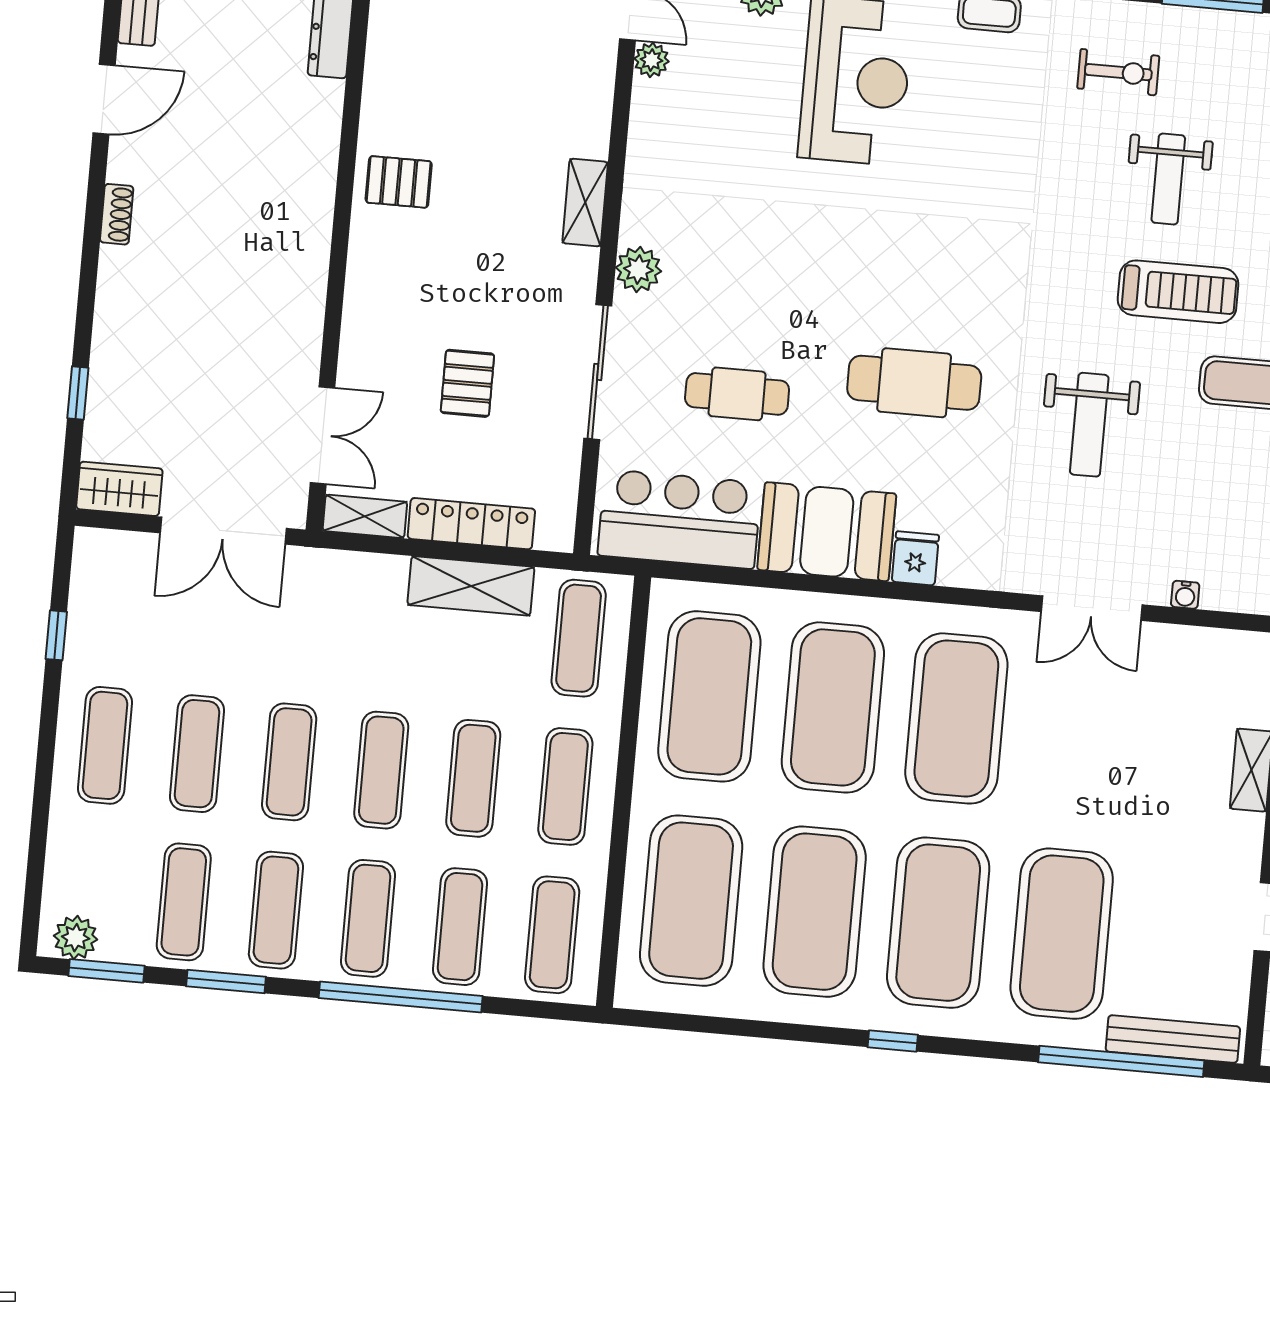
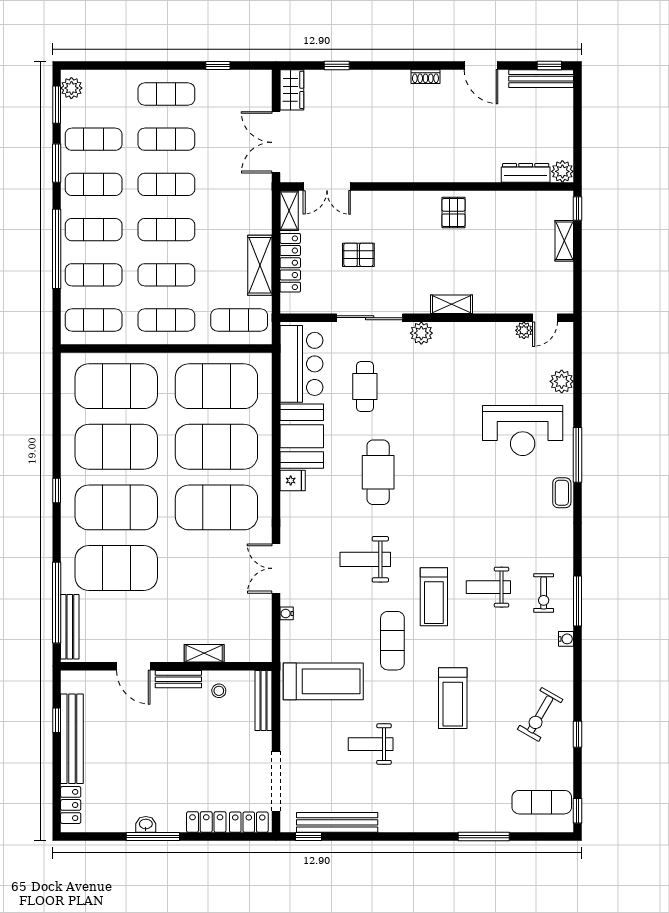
exercise bike: (1118, 72) -> (544, 593), moved

